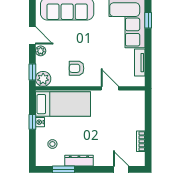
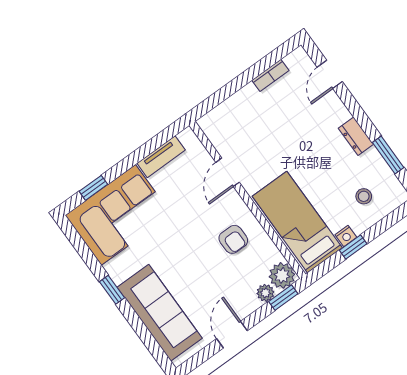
plant: (41, 51) -> (265, 293), moved
dresser: (79, 161) -> (356, 136), width x0.70

